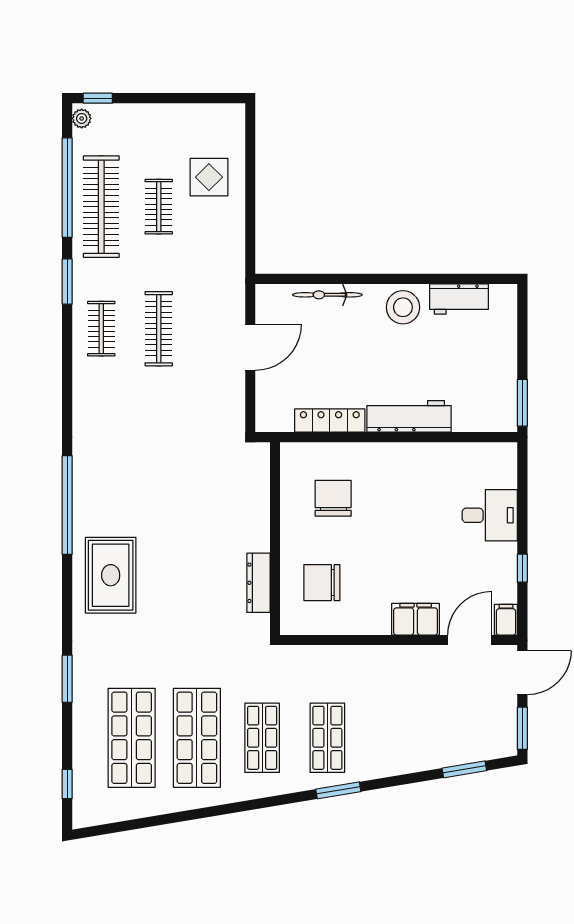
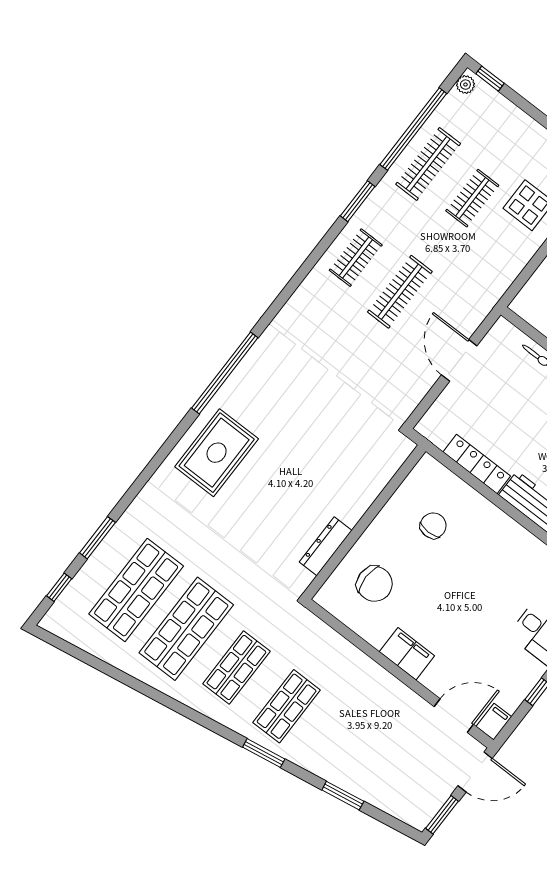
clothes rail: (101, 207) -> (428, 164), width x0.73, depth x0.76
door: (250, 347) -> (459, 360), swing flipped
chair: (333, 498) -> (433, 526), width x0.73, depth x0.73
chair: (322, 583) -> (375, 584), turned 180
filing cabinet: (416, 619) -> (407, 654), moved
window: (67, 679) -> (97, 538), moved
window: (464, 769) -> (343, 796), moved

